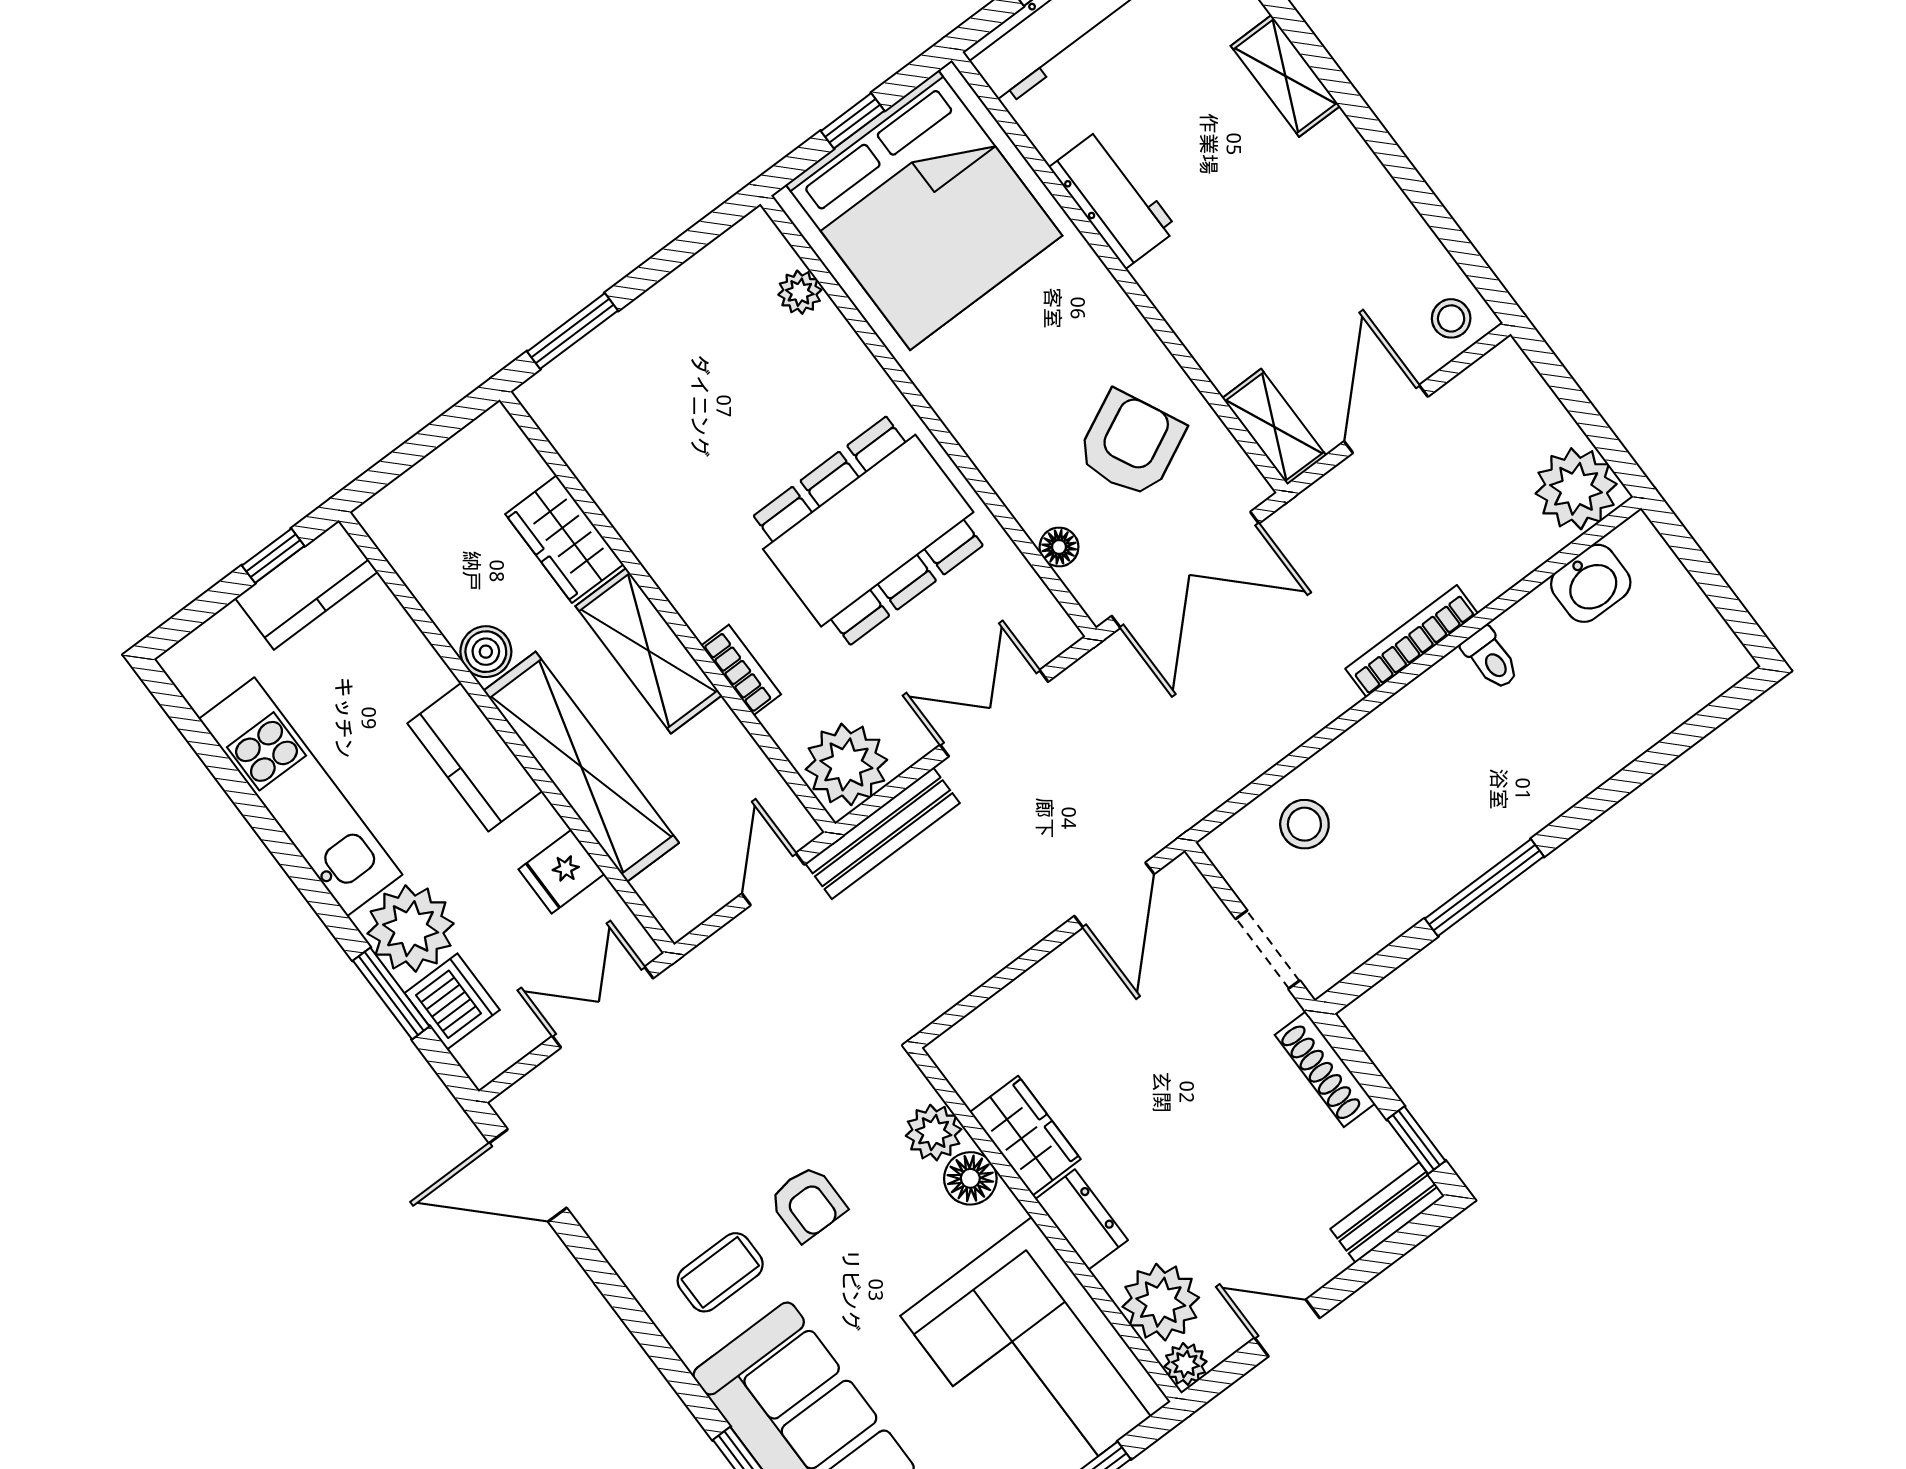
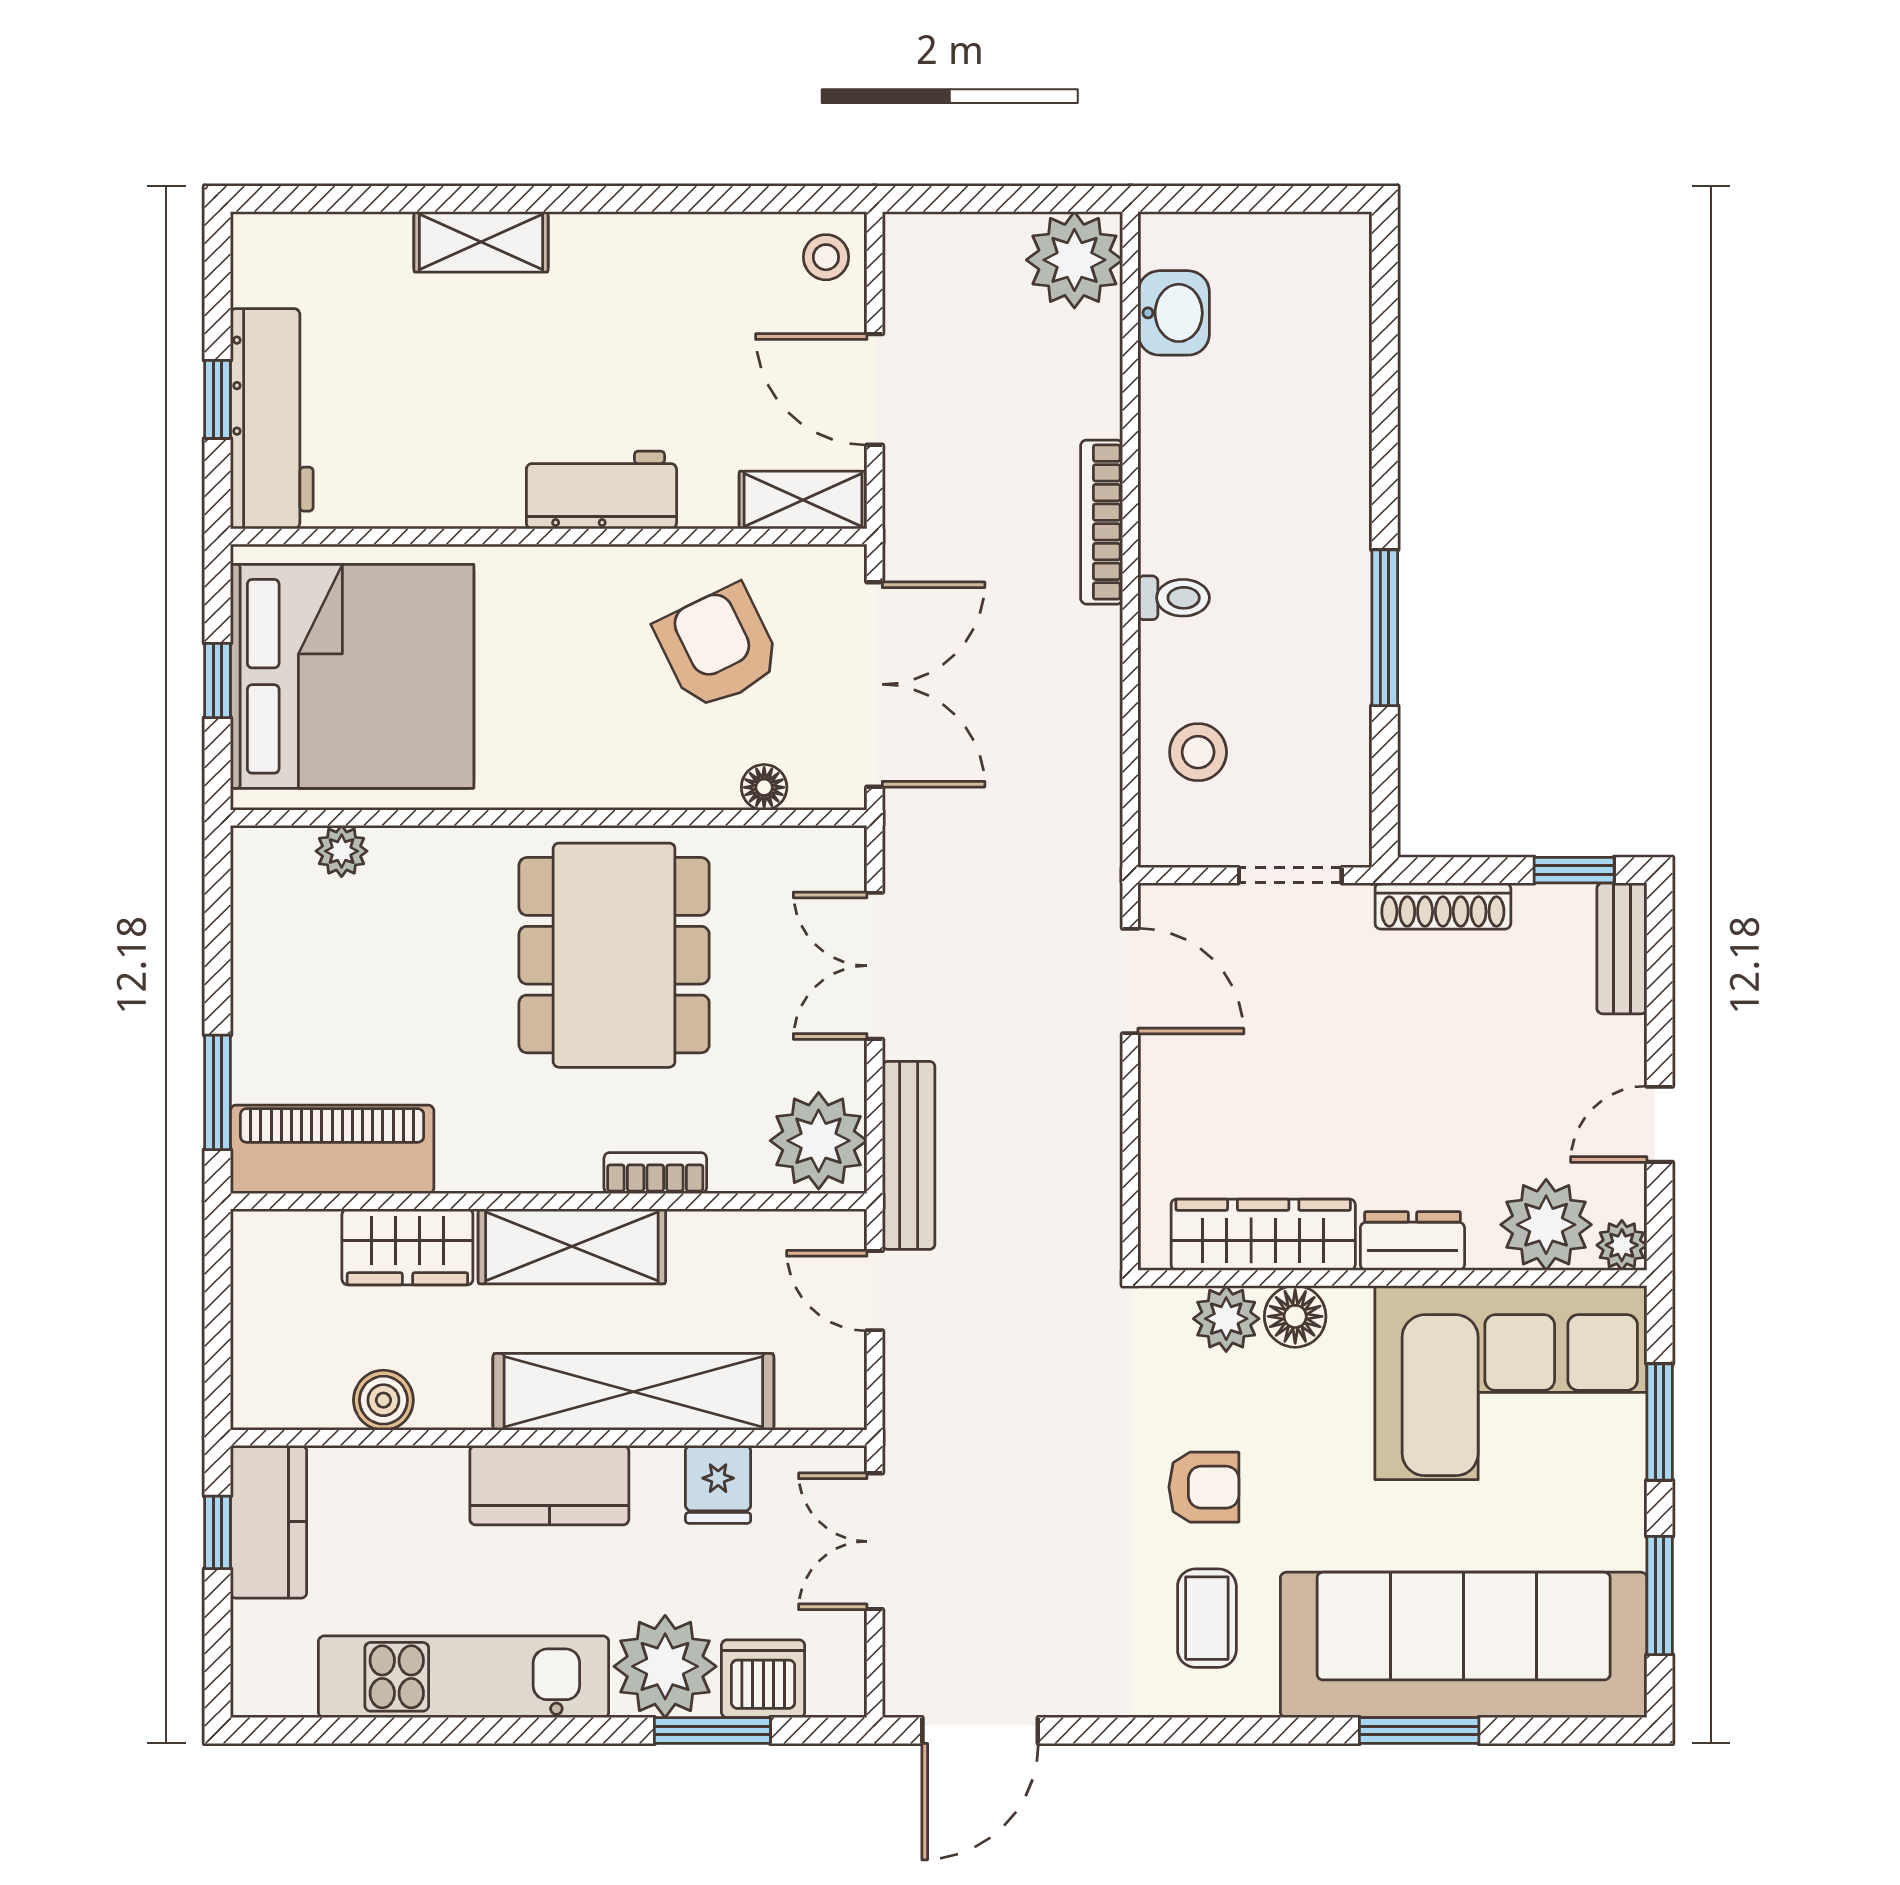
workbench: (1113, 198) -> (601, 490), moved
piano: (592, 438) -> (332, 1149), added
boiler: (486, 652) -> (383, 1400), moved
toilet: (1491, 658) -> (1174, 598), moved
wardrobe: (1025, 1136) -> (1263, 1235), width x1.50

